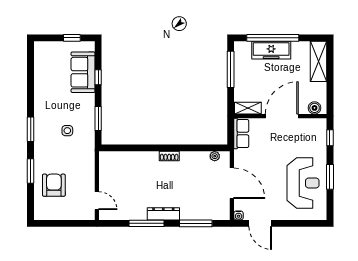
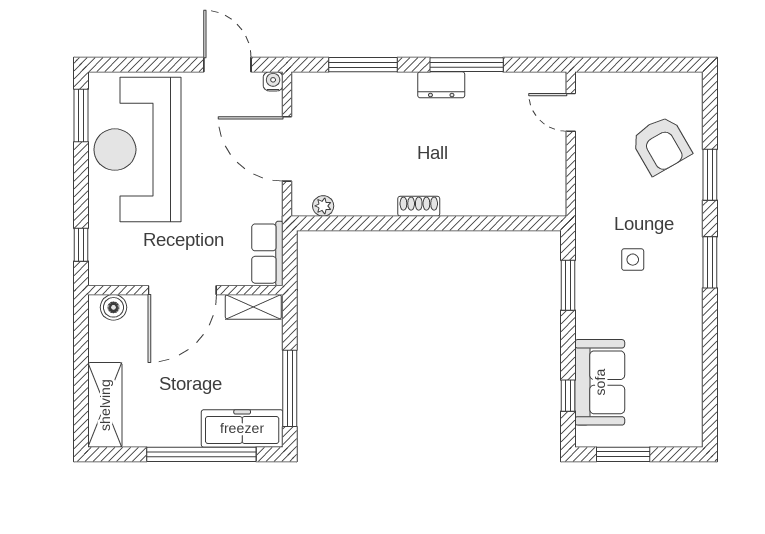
window: (72, 38) -> (623, 454), width x1.50
freezer: (271, 50) -> (242, 428), moved
window: (98, 77) -> (568, 396), moved
window: (330, 177) -> (81, 115), moved
reception desk: (303, 183) -> (138, 150), width x1.36, depth x1.30
armchair: (54, 185) -> (661, 145), turned -30
dresser: (163, 214) -> (441, 85), width x0.70

